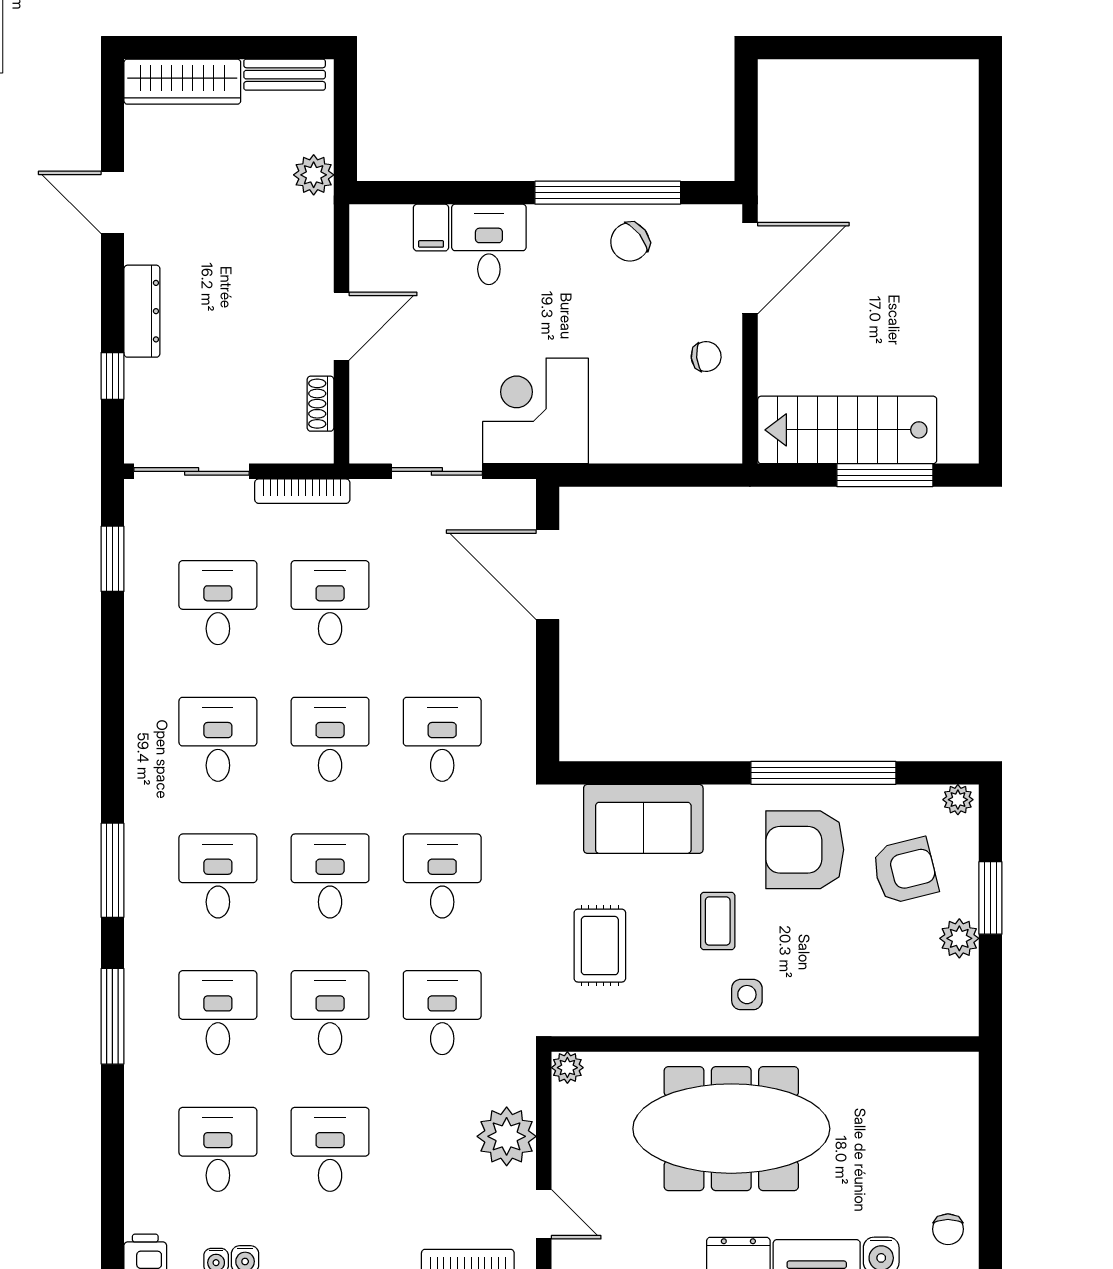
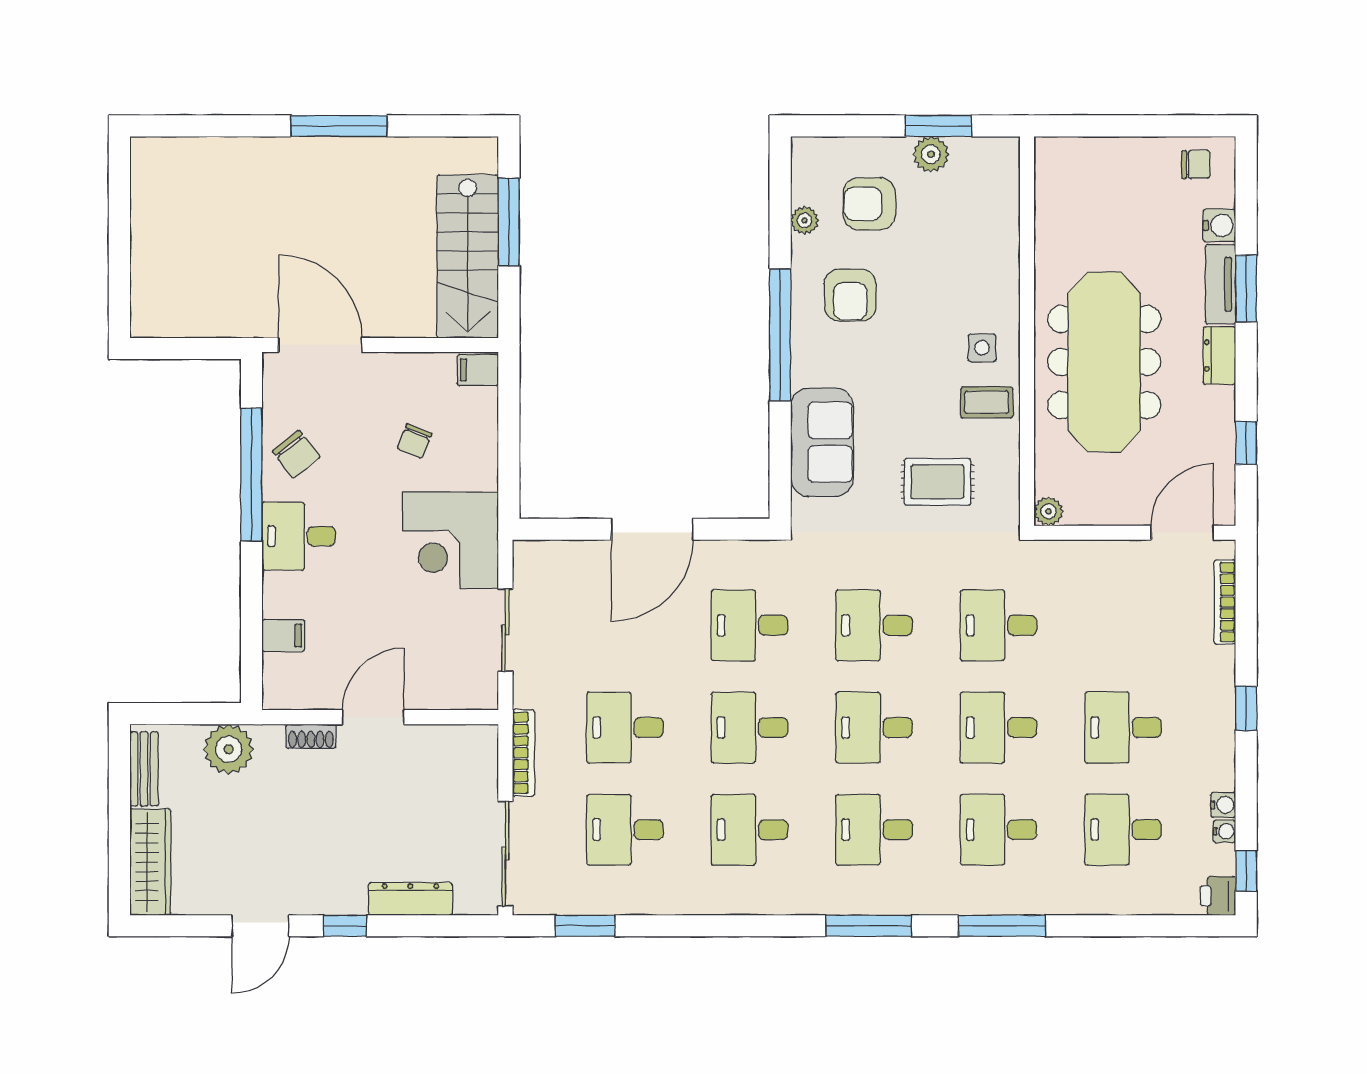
plant: (314, 175) -> (229, 749), width x1.36, depth x1.36
desk: (489, 244) -> (299, 536), moved
window: (990, 289) -> (339, 126), added
dresser: (142, 311) -> (411, 899), moved
door: (342, 326) -> (373, 717), hinge flipped
chair: (706, 357) -> (414, 441), moved, turned -152
window: (112, 376) -> (345, 926), moved
shoe rack: (320, 404) -> (311, 736), moved
filing cabinet: (723, 441) -> (478, 370), added
door: (548, 575) -> (652, 529), moved
window: (823, 773) -> (780, 335), moved
plant: (958, 800) -> (804, 220), moved
armchair: (805, 850) -> (850, 295), width x0.73, depth x0.73
armchair: (905, 871) -> (869, 204), turned -76
window: (990, 898) -> (938, 126), moved
coffee table: (718, 921) -> (987, 402), moved
plant: (507, 1136) -> (1111, 567), removed
door: (544, 1214) -> (1182, 533), width x1.38

